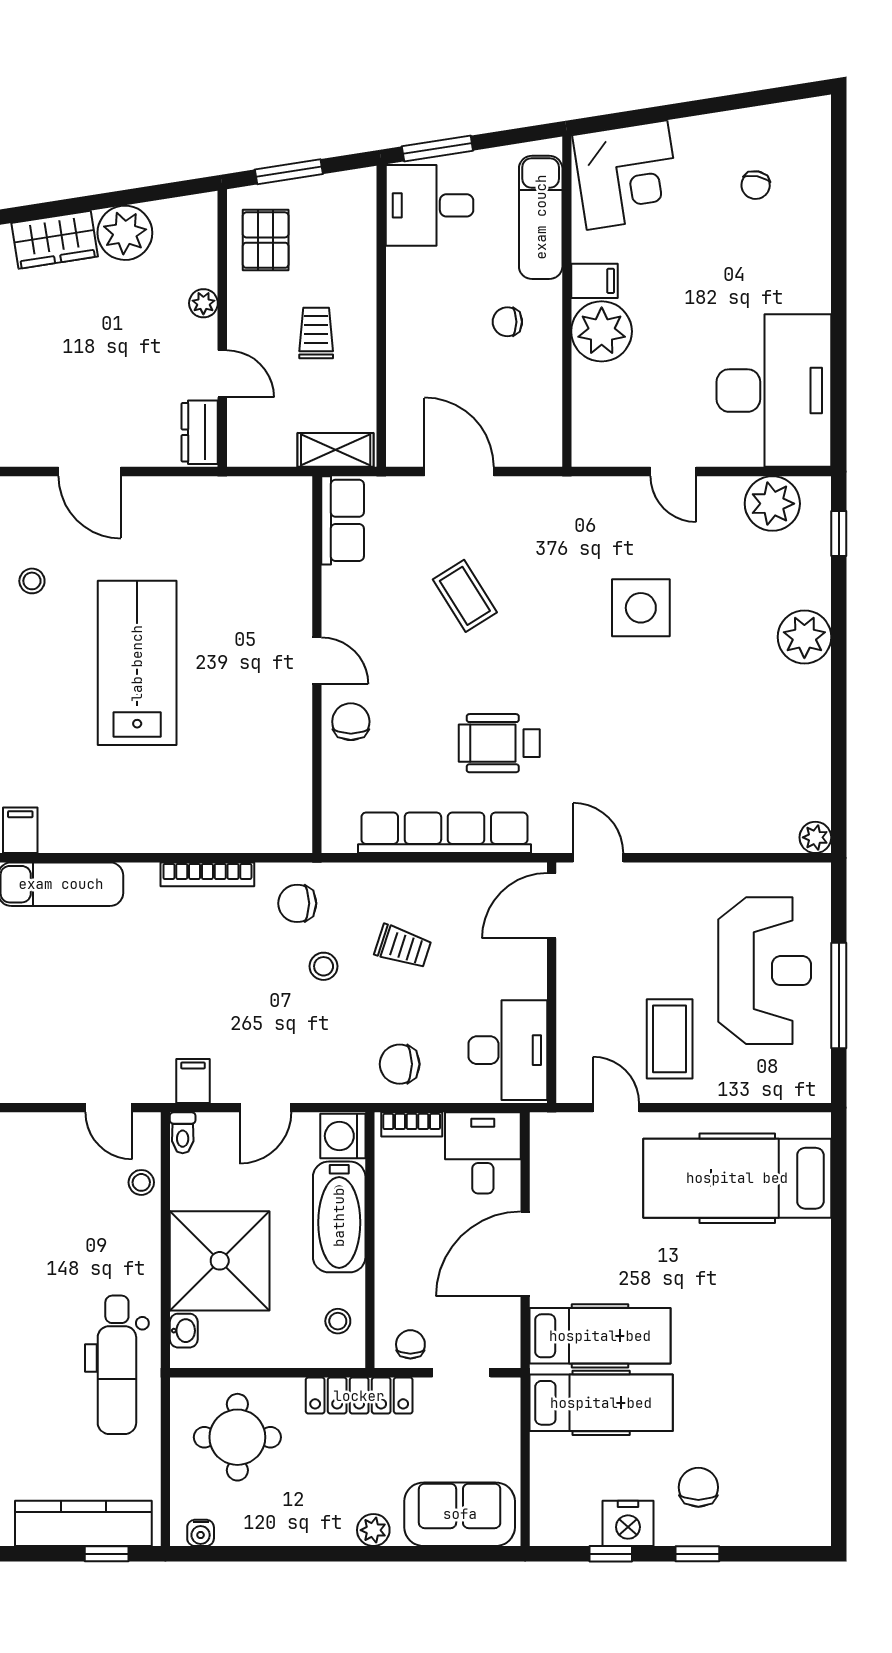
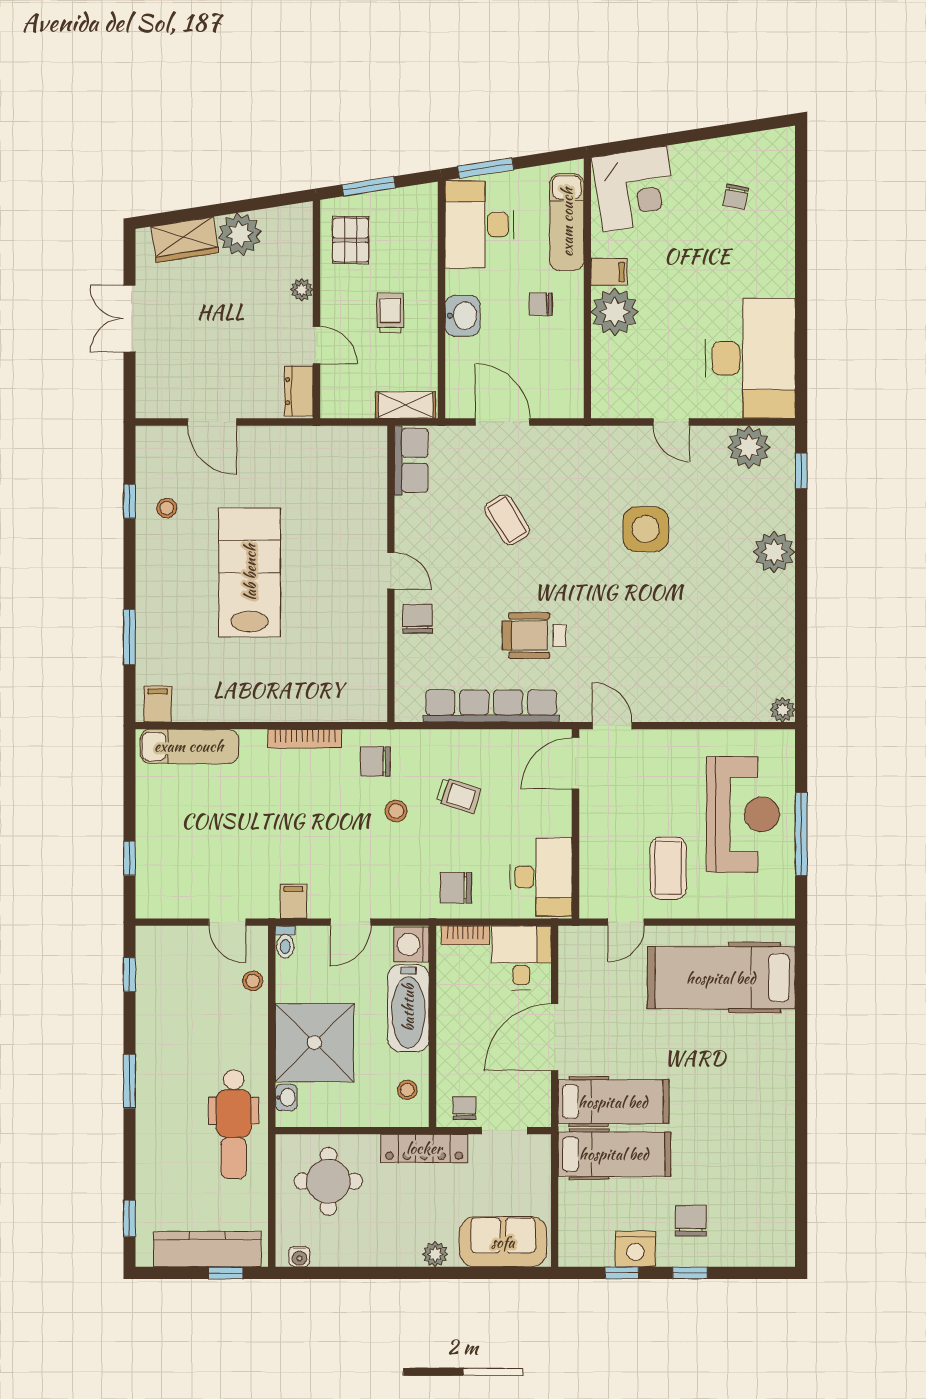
desk: (429, 205) -> (479, 225), width x1.37
washbasin: (408, 336) -> (463, 316), added
door: (616, 1108) -> (626, 922), swing flipped

